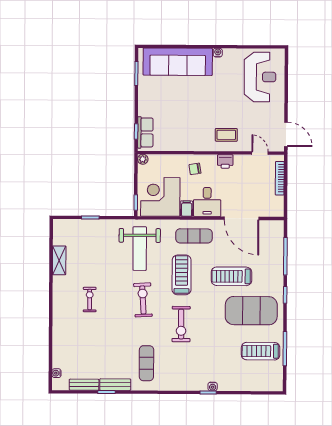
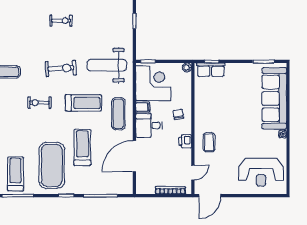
exercise bike: (181, 324) -> (39, 103), width x0.73, depth x0.72

